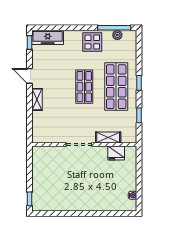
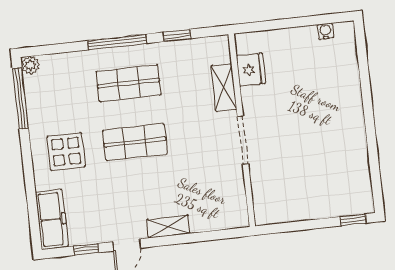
plant: (117, 35) -> (30, 65), moved
window: (30, 42) -> (86, 249), moved
display table: (92, 42) -> (66, 152), moved
window: (139, 83) -> (117, 42), width x2.17
shop shelf: (116, 87) -> (129, 83), width x0.70, depth x0.74

